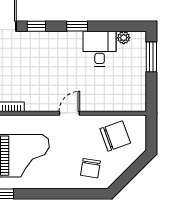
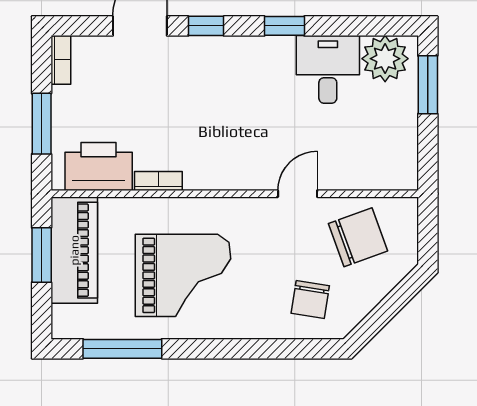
plant: (124, 38) -> (385, 59), width x1.88, depth x1.88
door: (69, 113) -> (298, 194), moved

